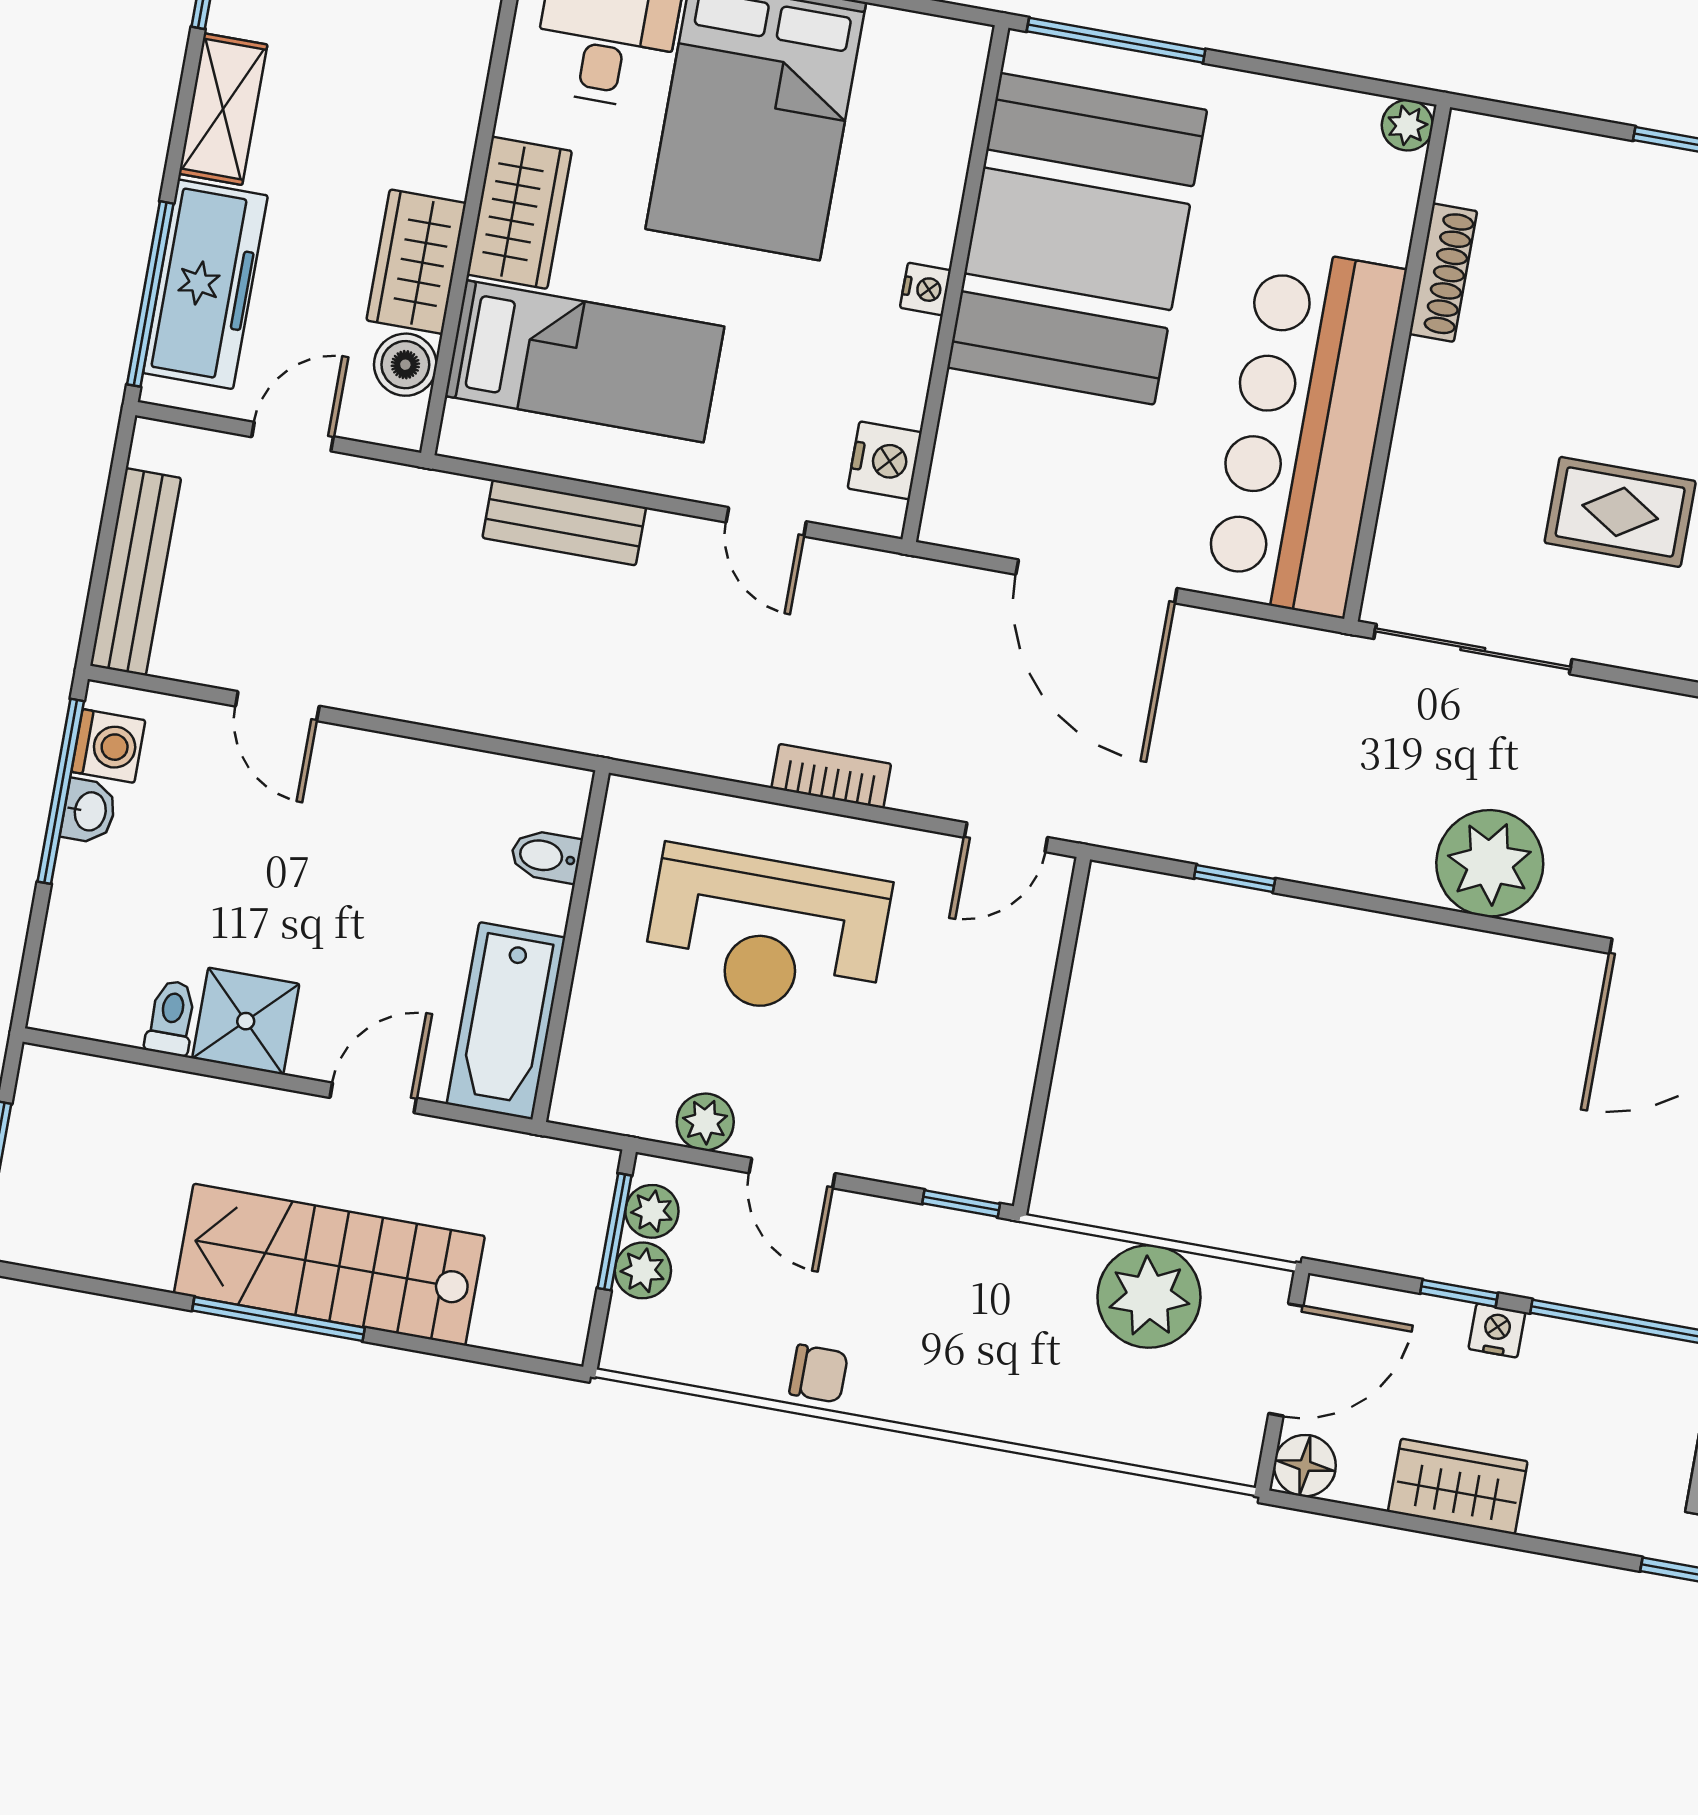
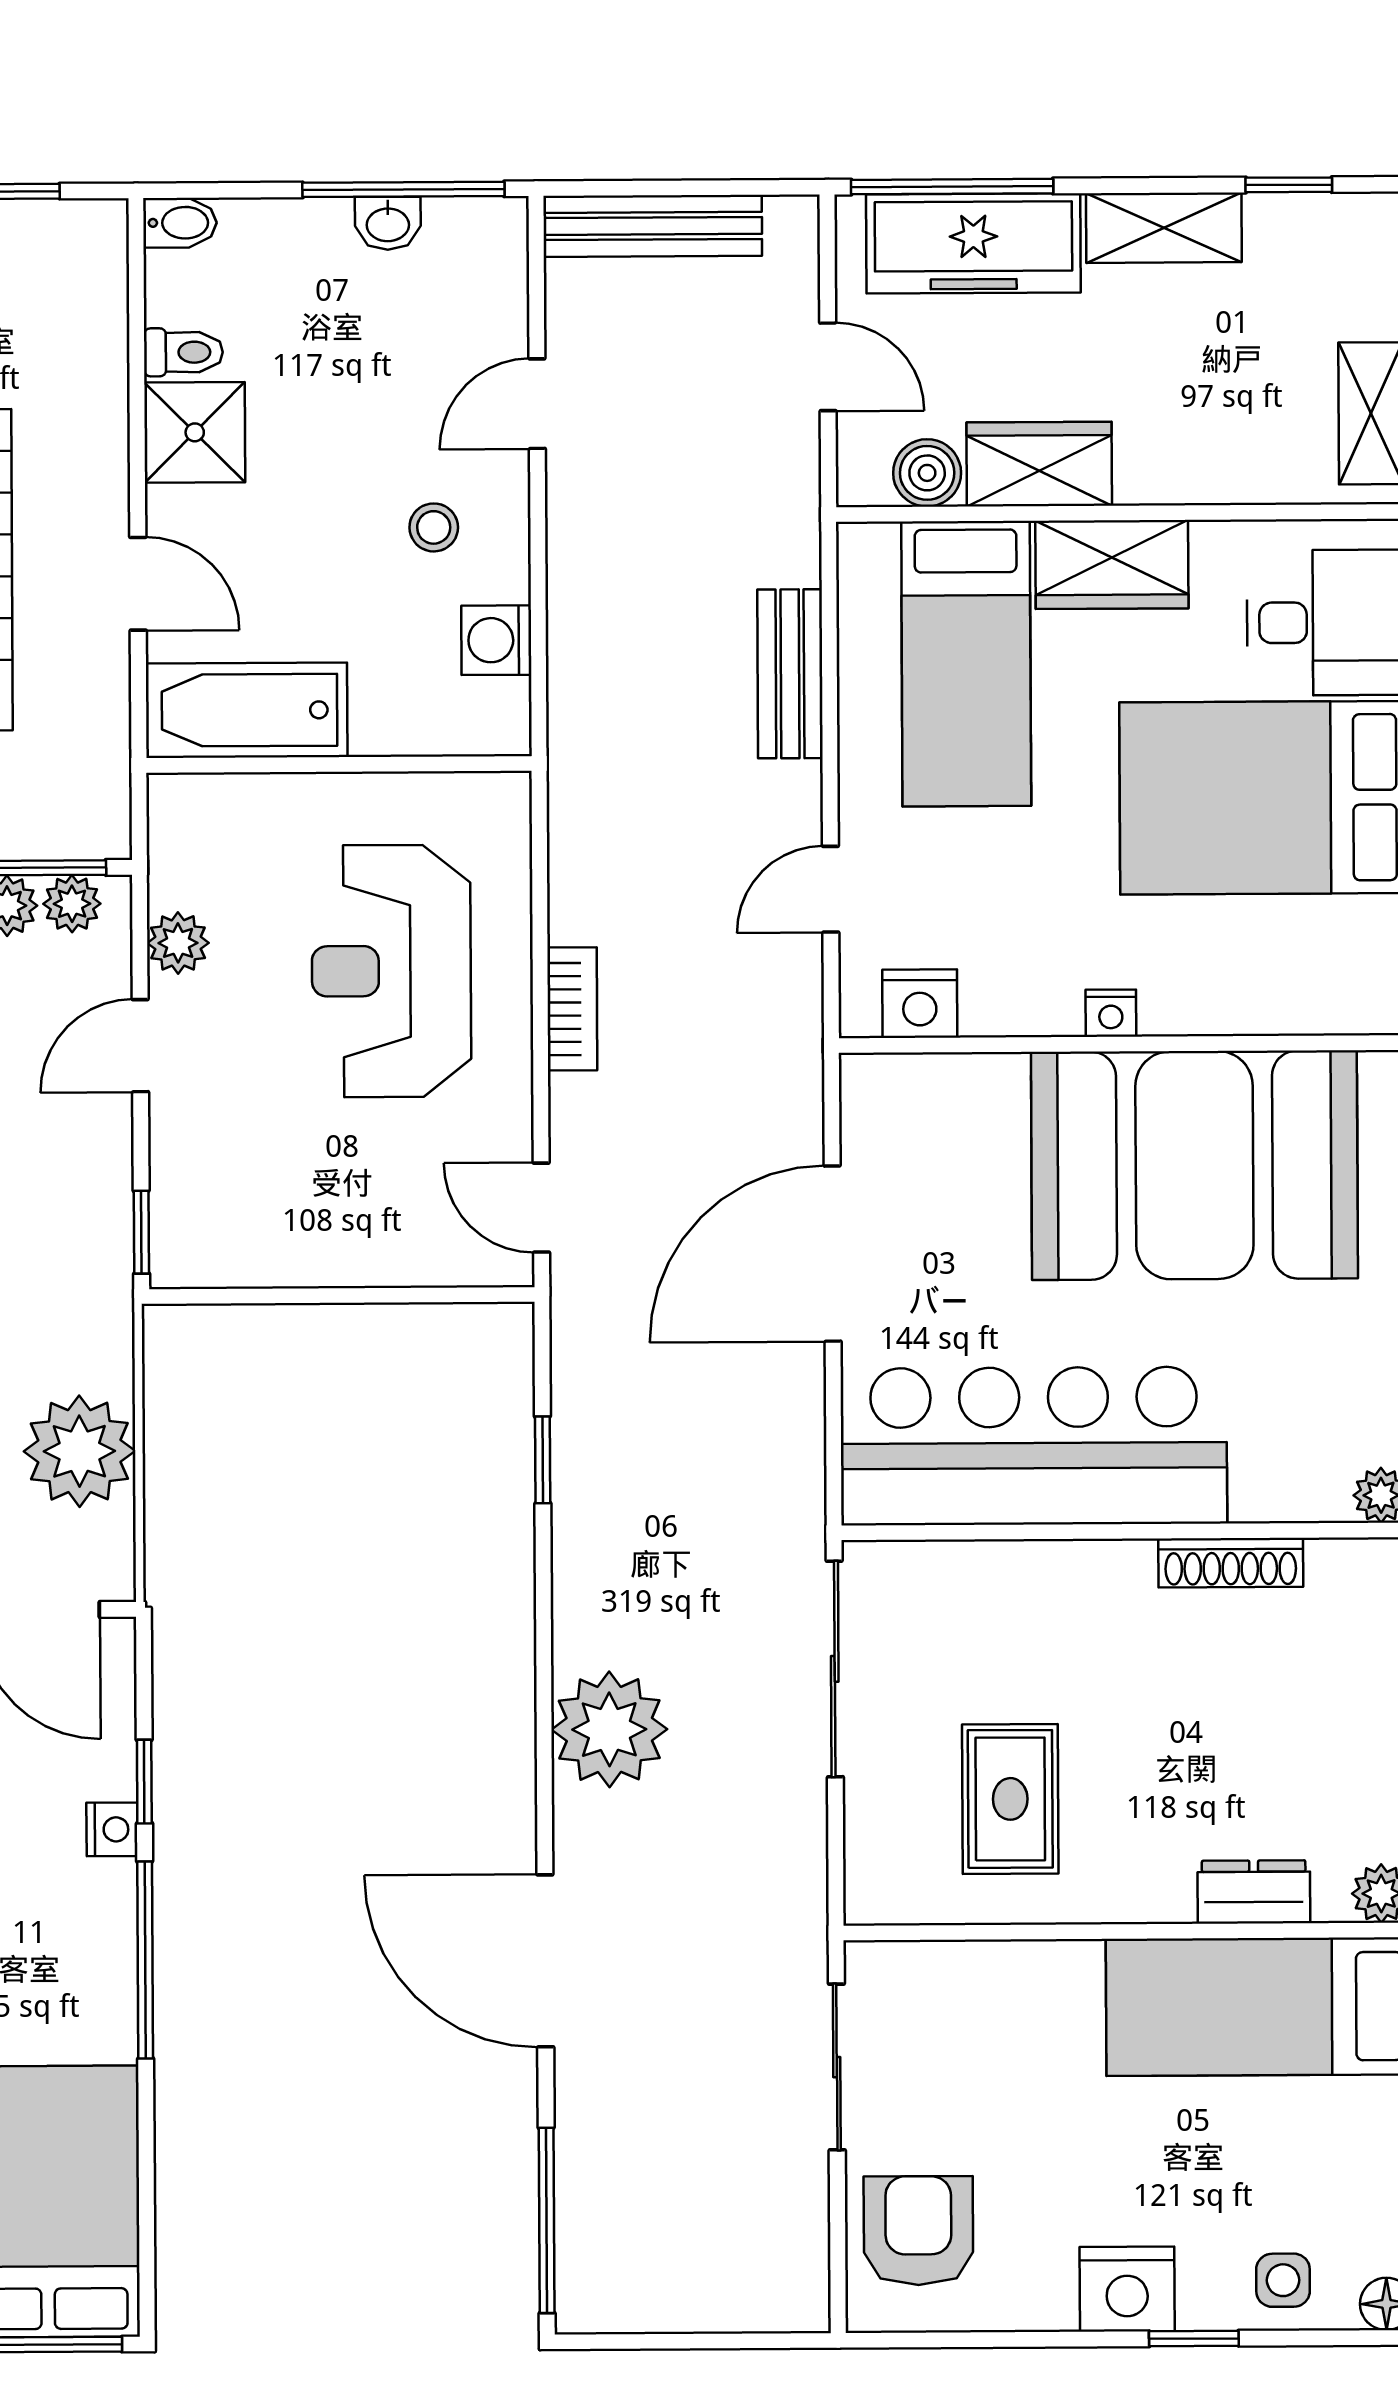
washing machine: (108, 746) -> (496, 640), moved, turned 90
stool: (372, 821) -> (434, 527), added
bidet: (546, 856) -> (180, 223), moved, turned 90

